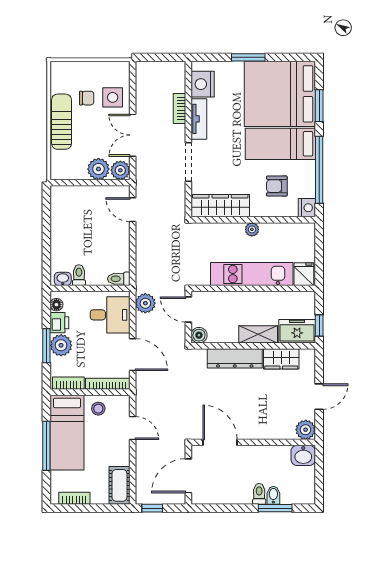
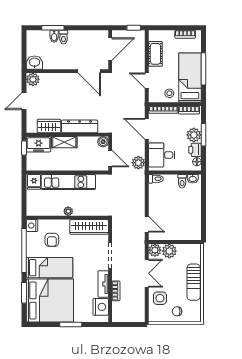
chair: (87, 98) -> (177, 311), moved
armchair: (277, 186) -> (52, 240), turned 90
cot: (119, 485) -> (155, 54), moved

